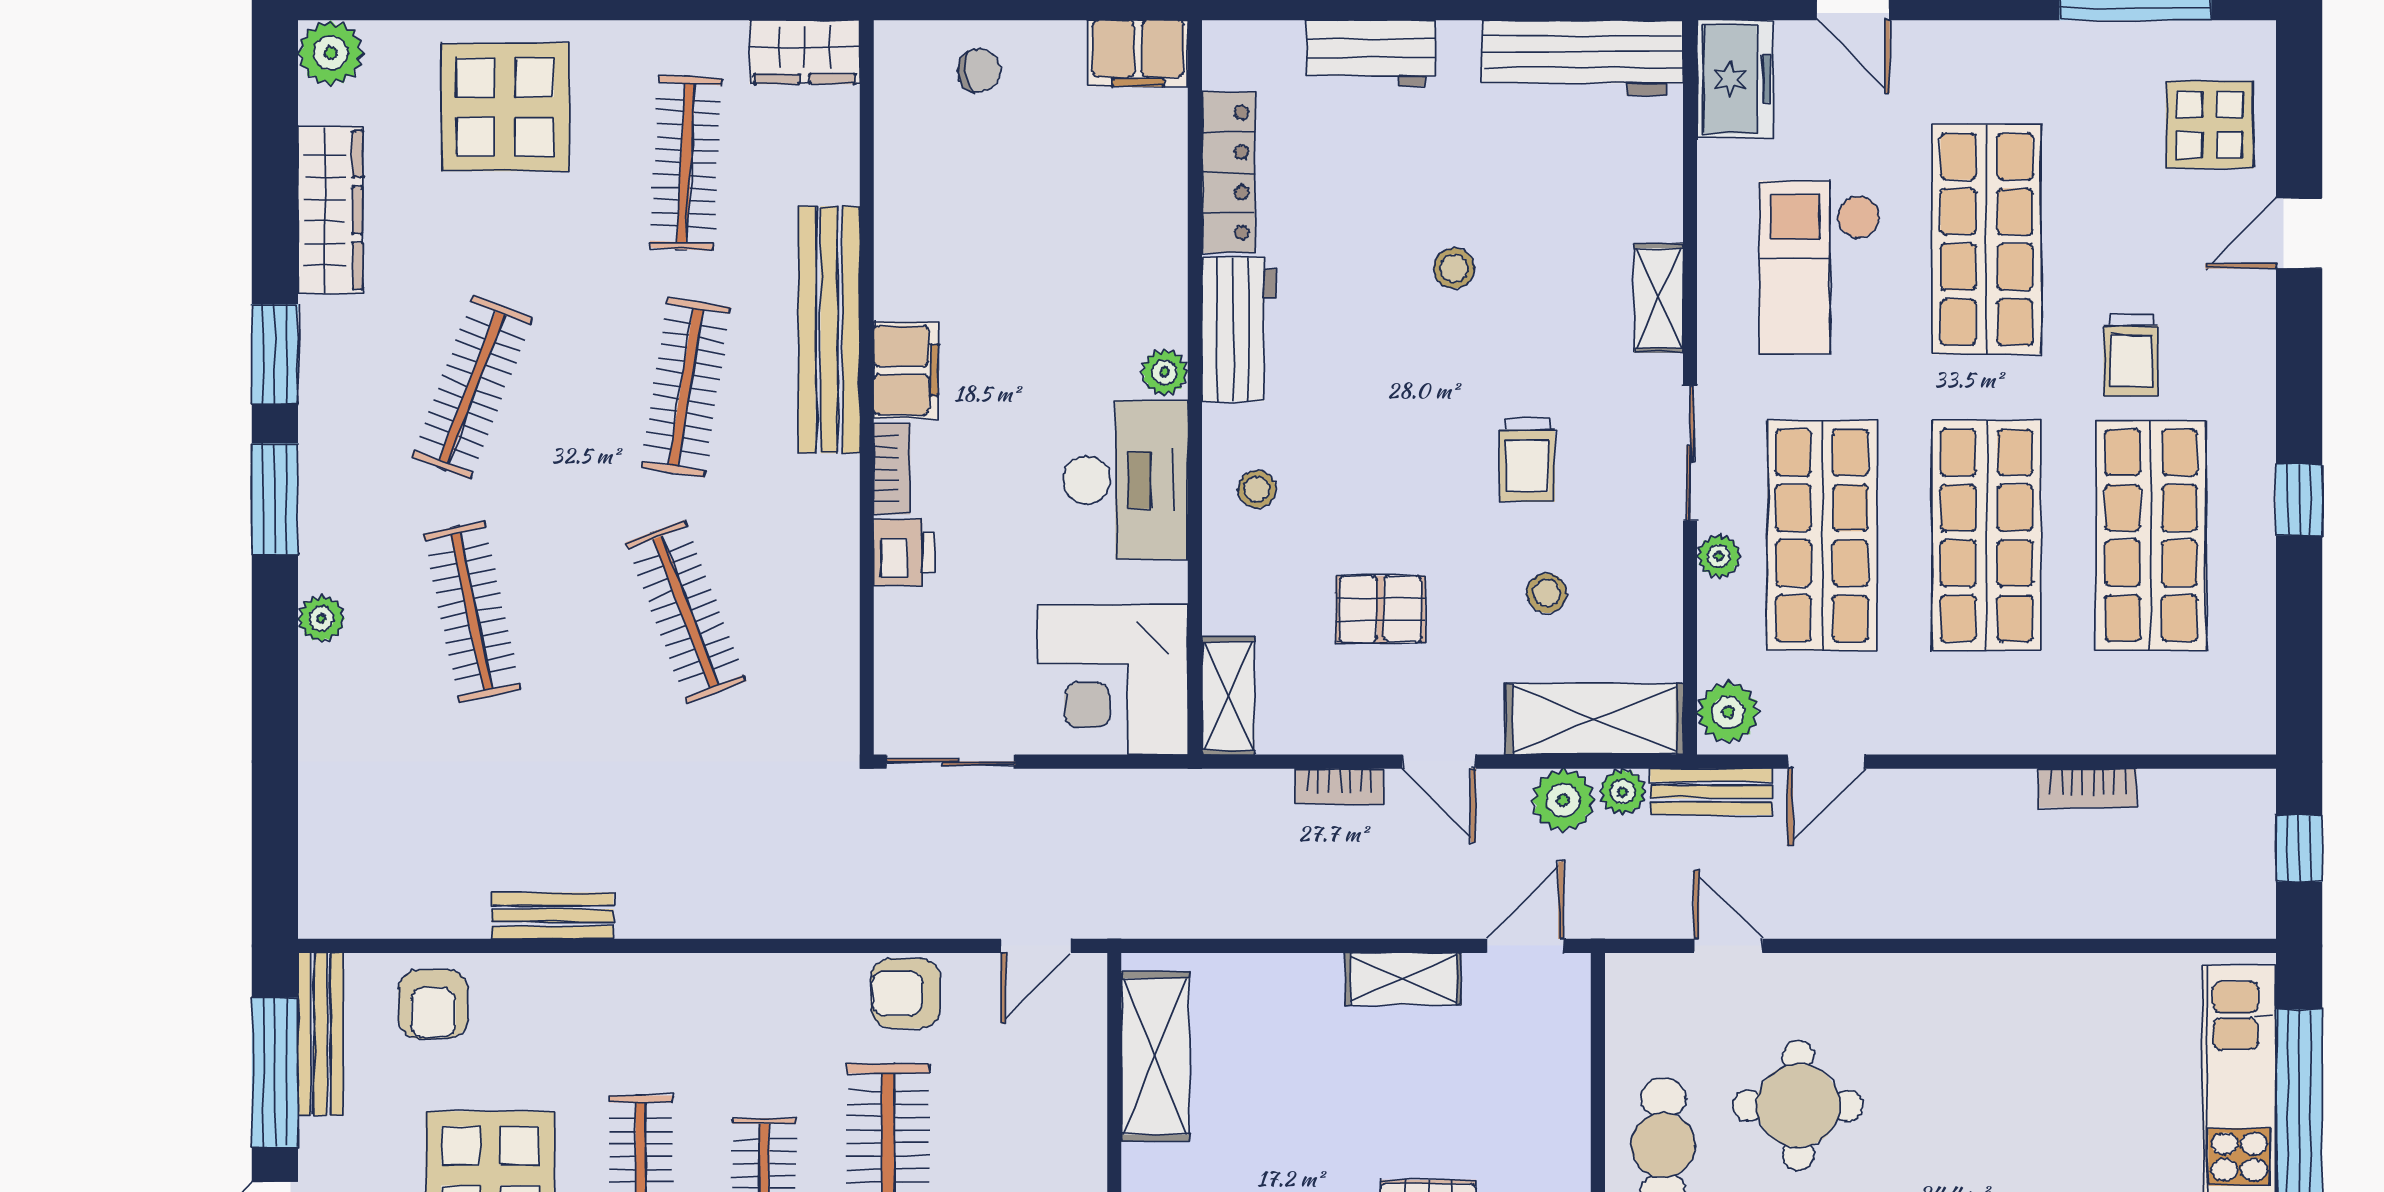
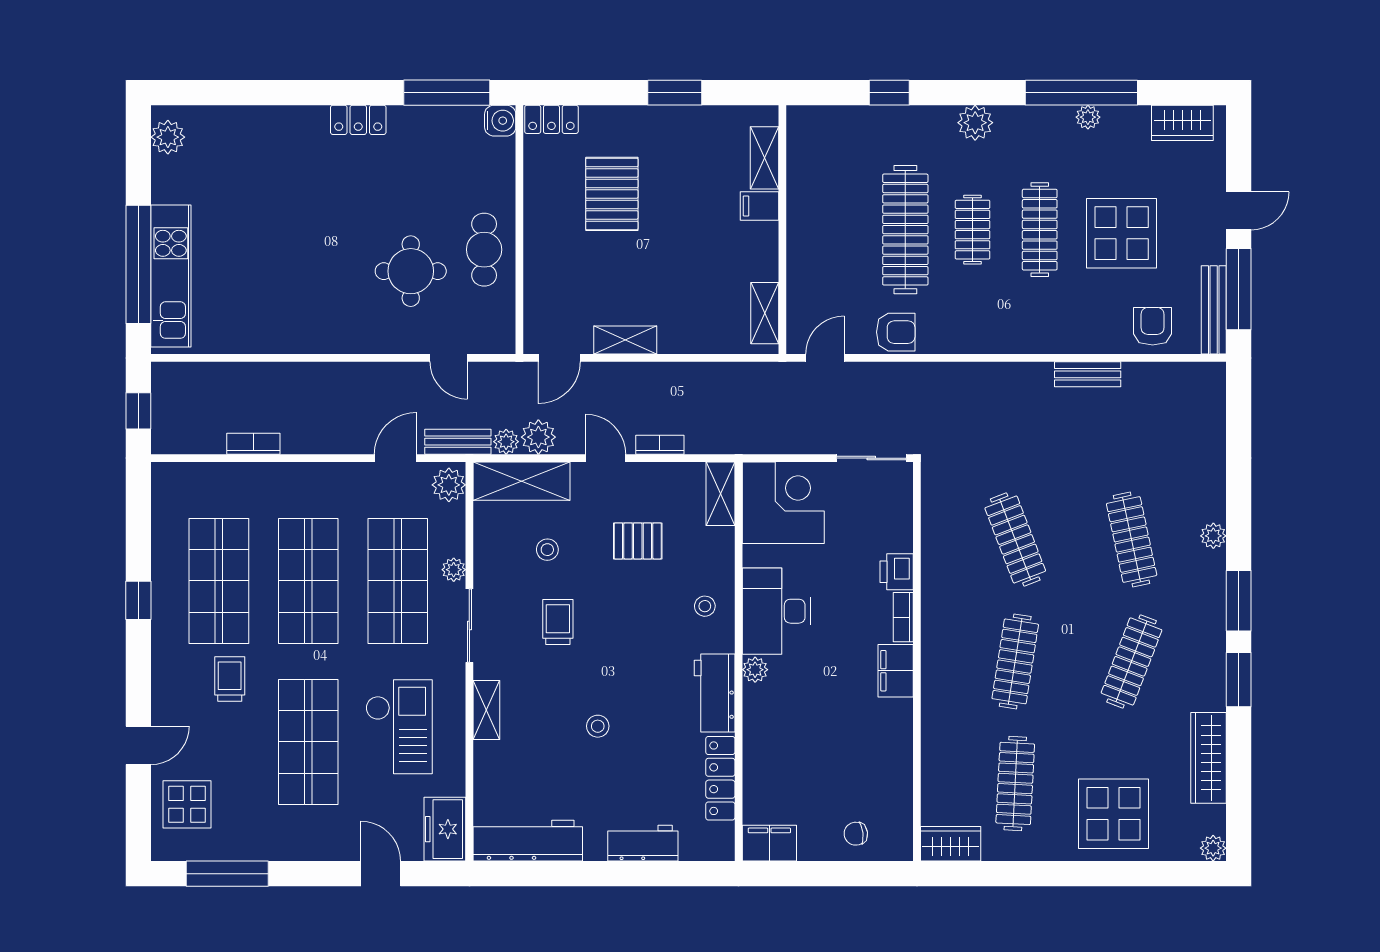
plant: (331, 53) -> (1213, 848), width x0.73, depth x0.73
bench: (829, 330) -> (937, 693), removed
shelving: (1155, 1057) -> (765, 313), width x0.67, depth x0.75

